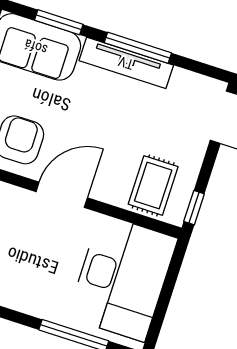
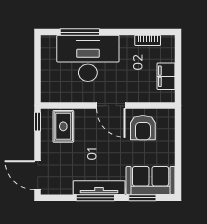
door: (62, 195) -> (111, 106), hinge flipped
desk: (122, 278) -> (88, 58), moved, turned 90

